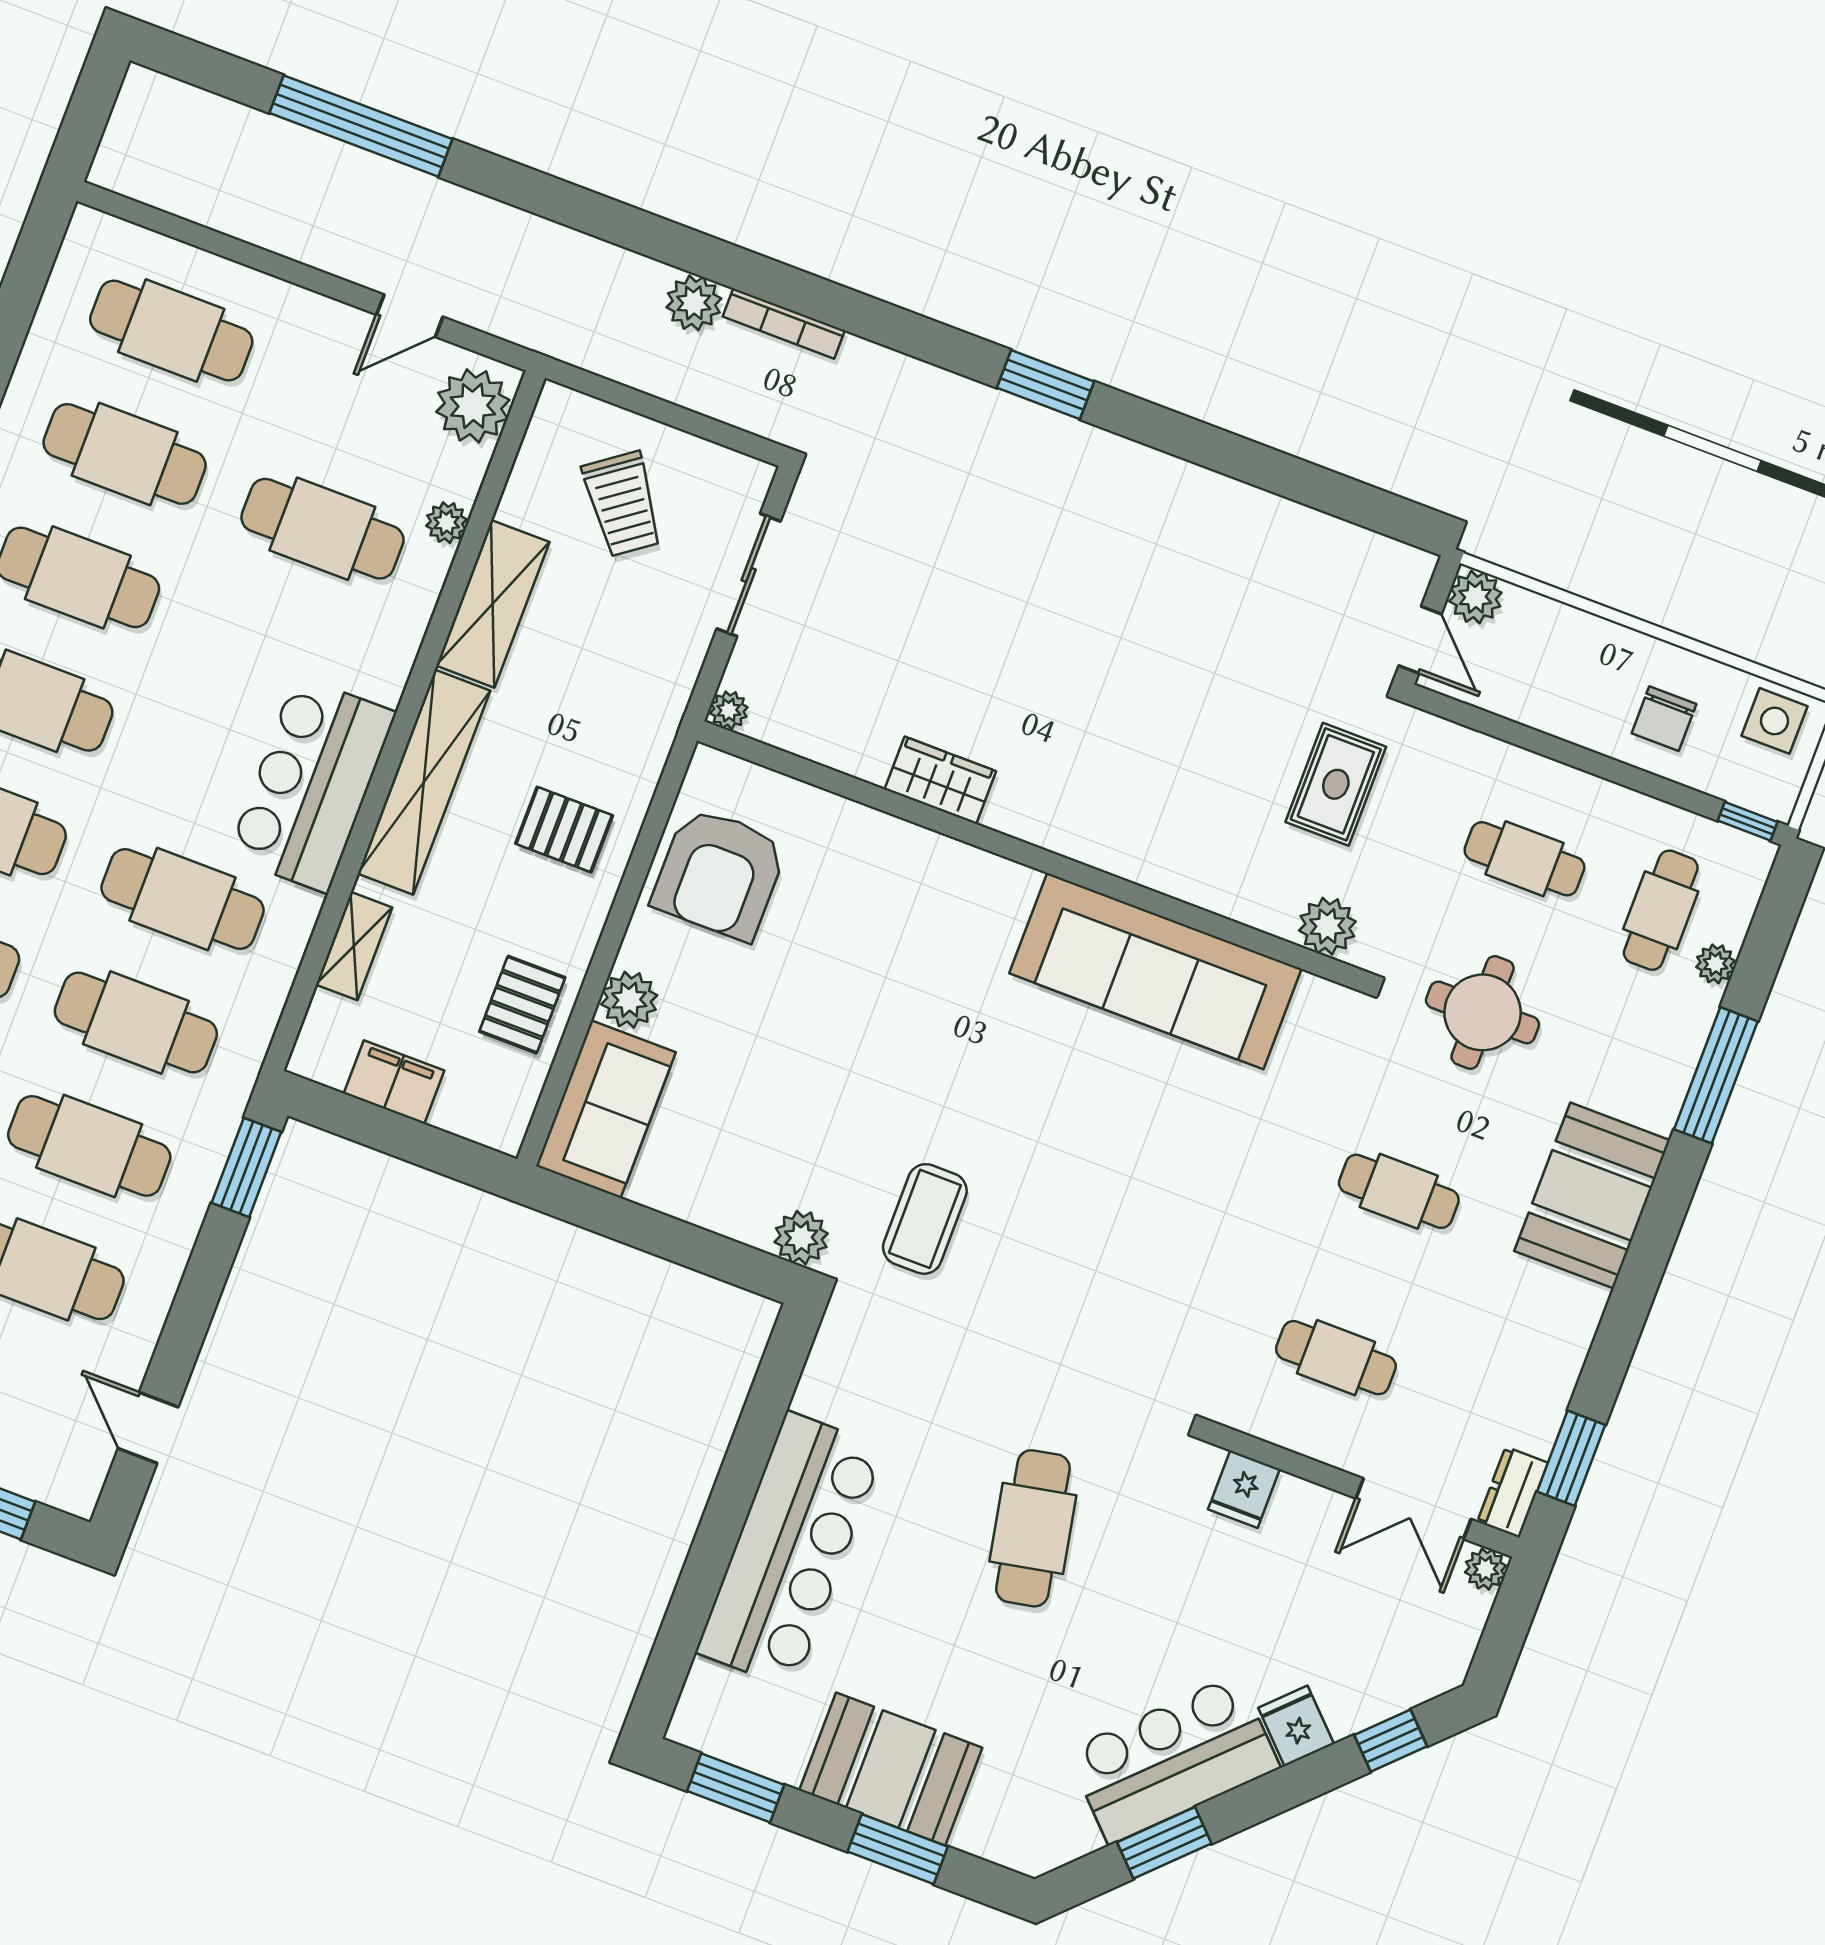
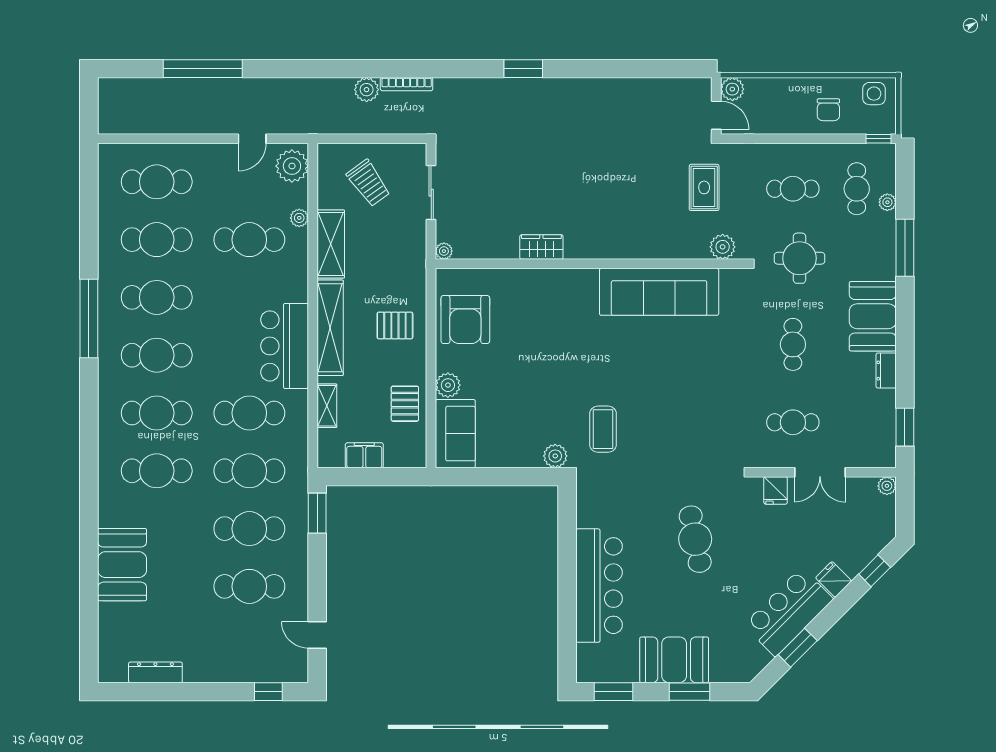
cafe table: (1399, 1191) -> (793, 344), turned 90
dresser: (1513, 1492) -> (886, 370), moved
double door: (1413, 1509) -> (820, 472), moved

